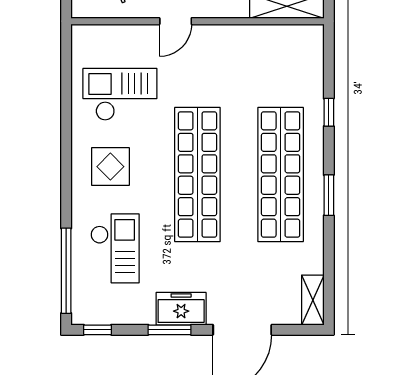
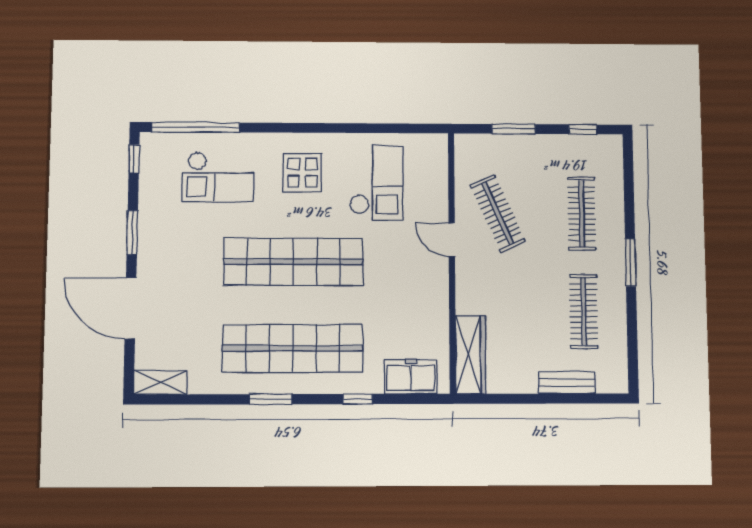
freezer: (181, 309) -> (411, 377), moved, turned -90

